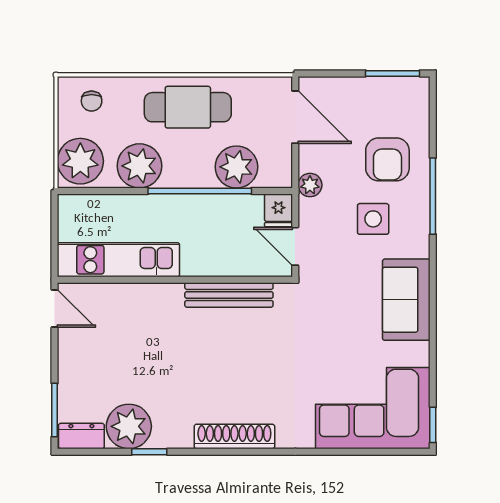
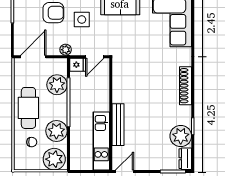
chair: (92, 101) -> (32, 142), moved
bench: (229, 295) -> (118, 125), moved

